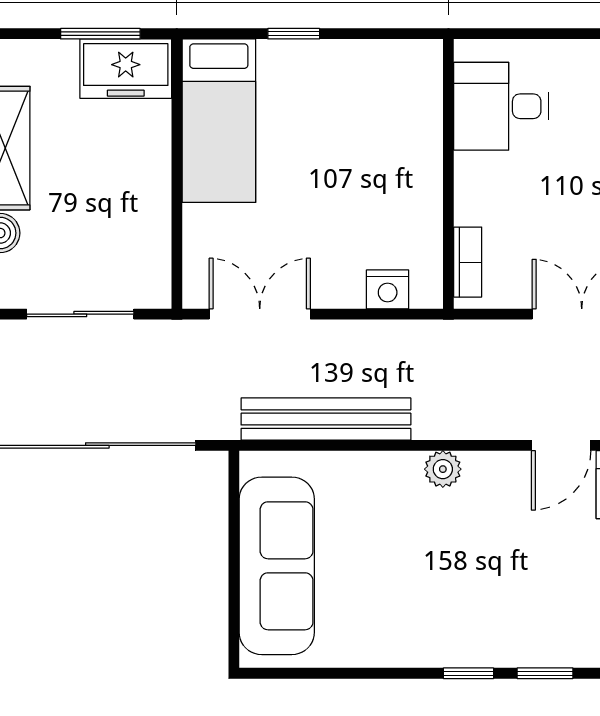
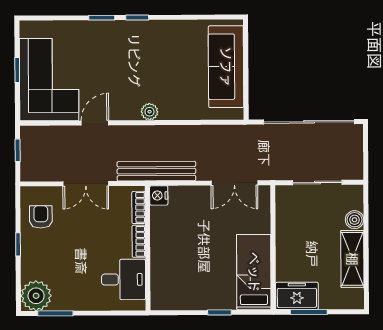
bookcase: (468, 189) -> (139, 241), added
nightstand: (388, 289) -> (159, 195), moved, turned -90
bench: (326, 419) -> (156, 171), moved

